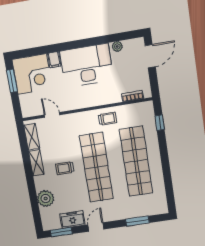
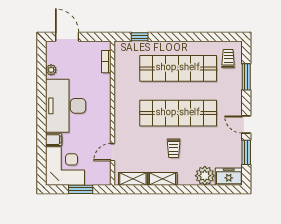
window: (12, 81) -> (81, 189), moved
trolley: (108, 119) -> (228, 59), moved
freezer: (72, 219) -> (229, 177), moved, turned 90
window: (61, 232) -> (246, 152), moved

